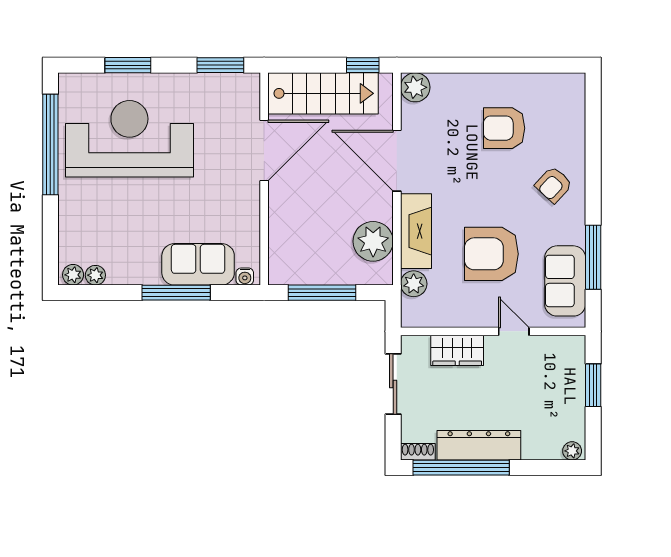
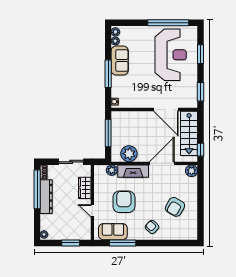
armchair: (504, 128) -> (175, 207), turned -150
sofa: (198, 264) -> (120, 61), moved
door: (514, 331) -> (92, 211), swing flipped

